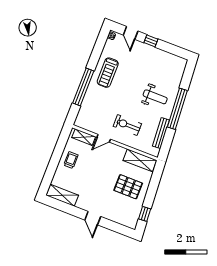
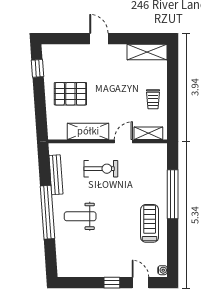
shelving: (140, 160) -> (88, 131), moved

